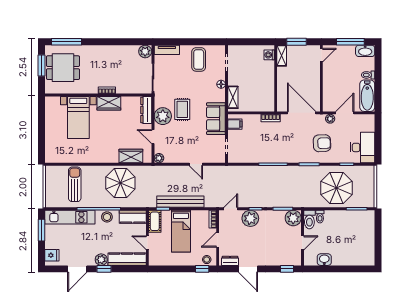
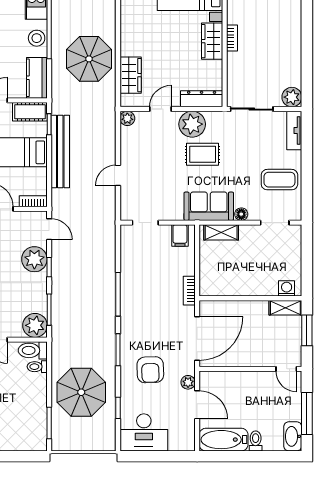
sofa: (216, 119) -> (209, 206), moved

